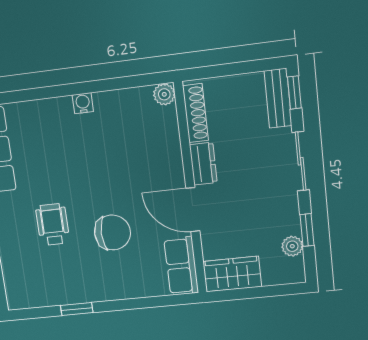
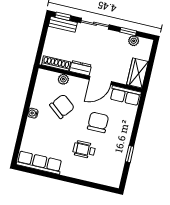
plant: (164, 94) -> (63, 79), moved
chair: (117, 155) -> (62, 106), added

